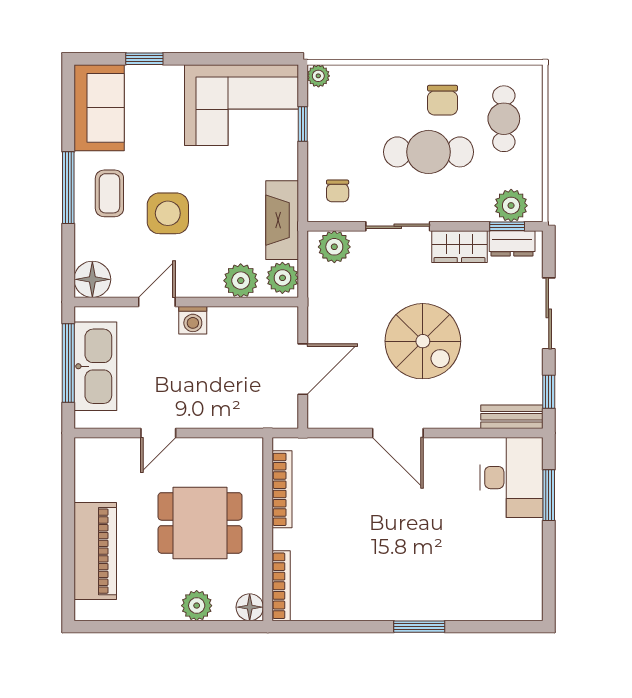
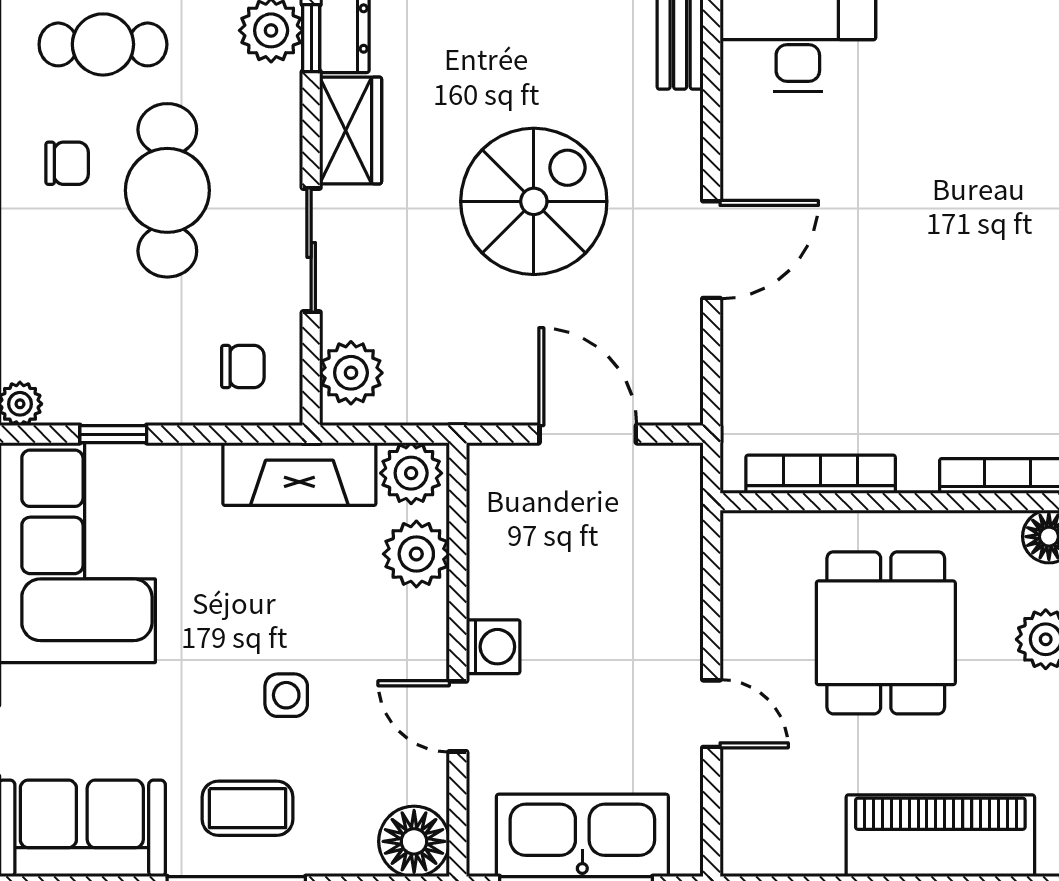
chair: (443, 100) -> (67, 163), width x0.73, depth x0.73
side table: (168, 213) -> (286, 695), width x0.54, depth x0.54

